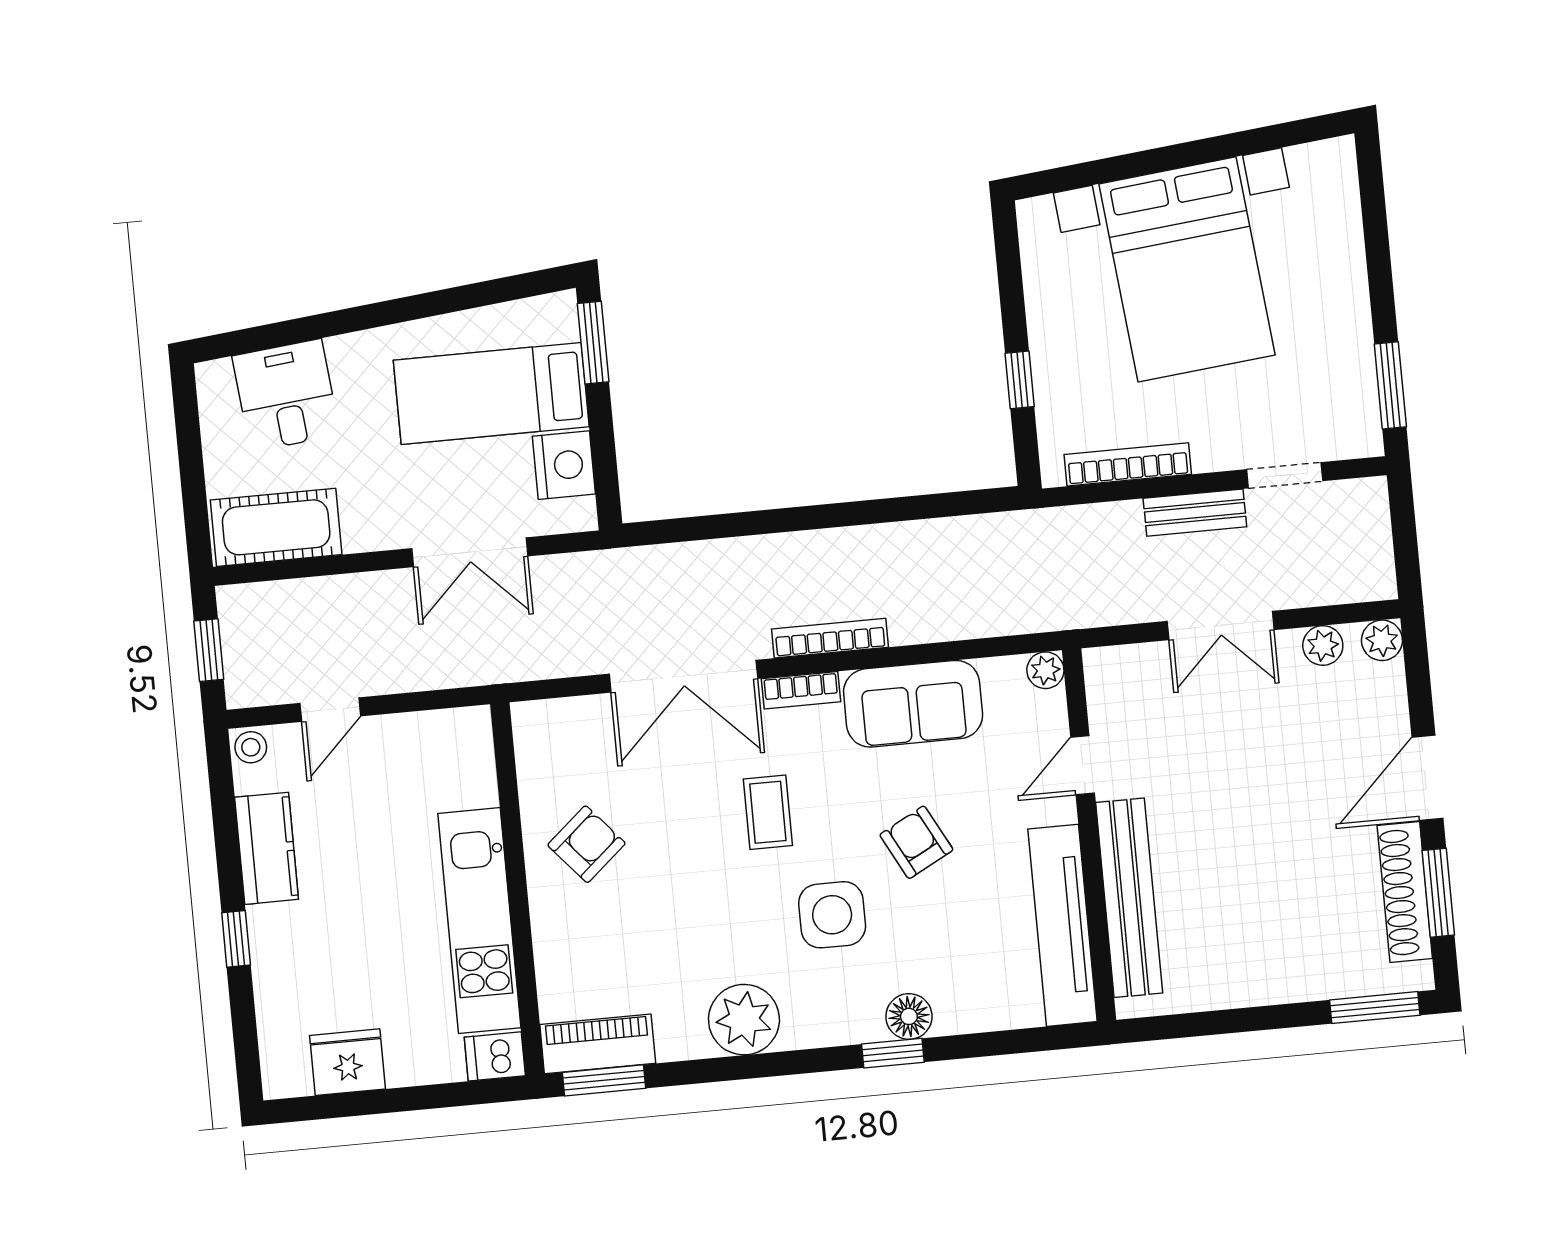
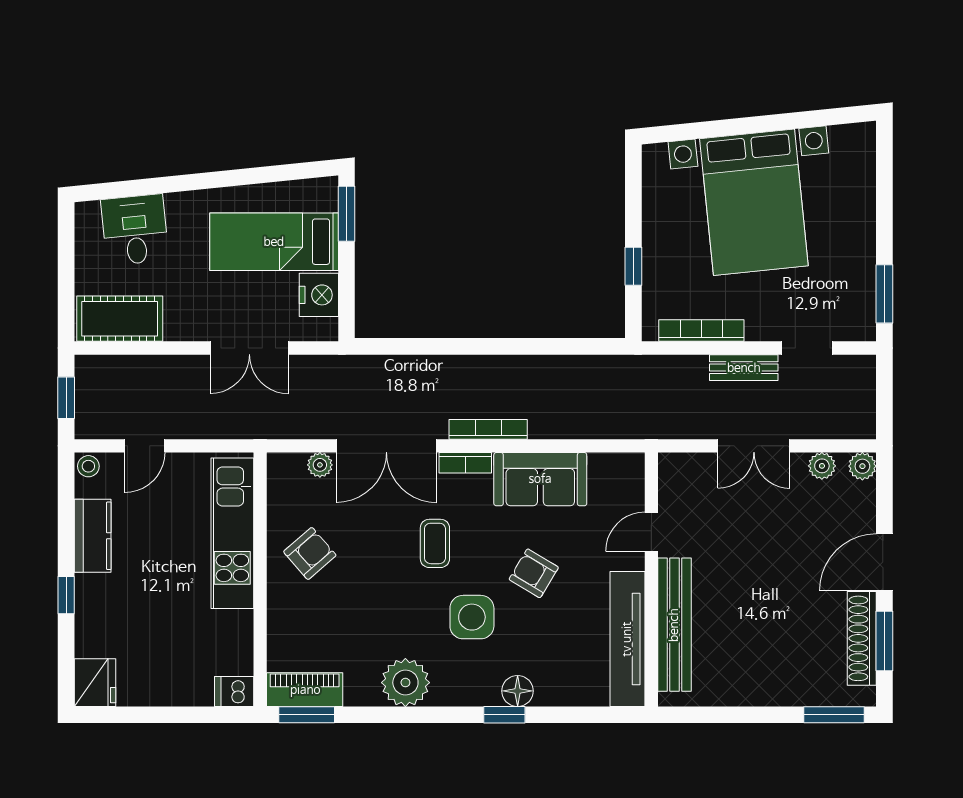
plant: (1045, 670) -> (320, 465), moved
armchair: (916, 842) -> (534, 573), turned -31
kitchen unit: (479, 921) -> (232, 533), moved
fridge: (348, 1062) -> (95, 683), moved, turned 90

